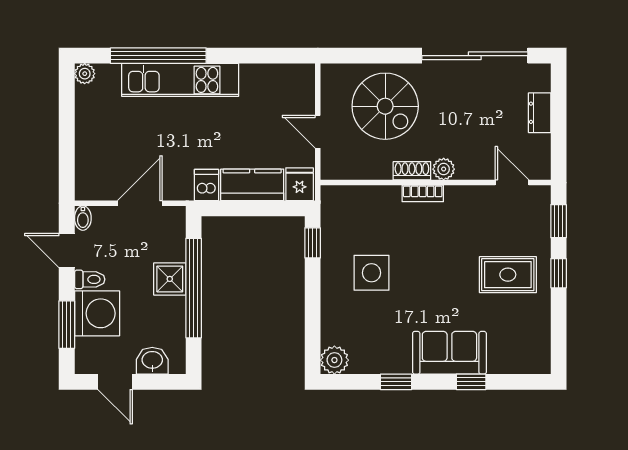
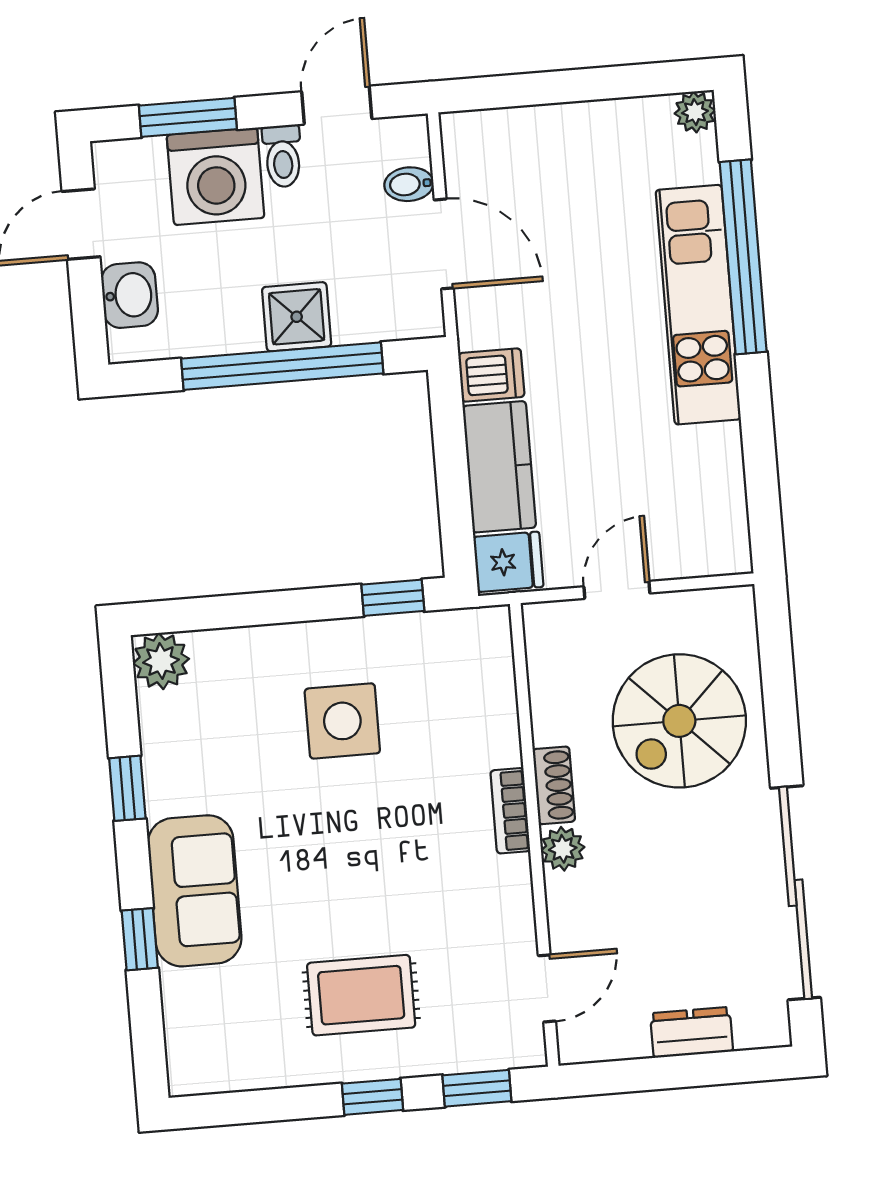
bidet: (83, 218) -> (409, 184), moved
rug: (508, 275) -> (361, 995), turned 90

